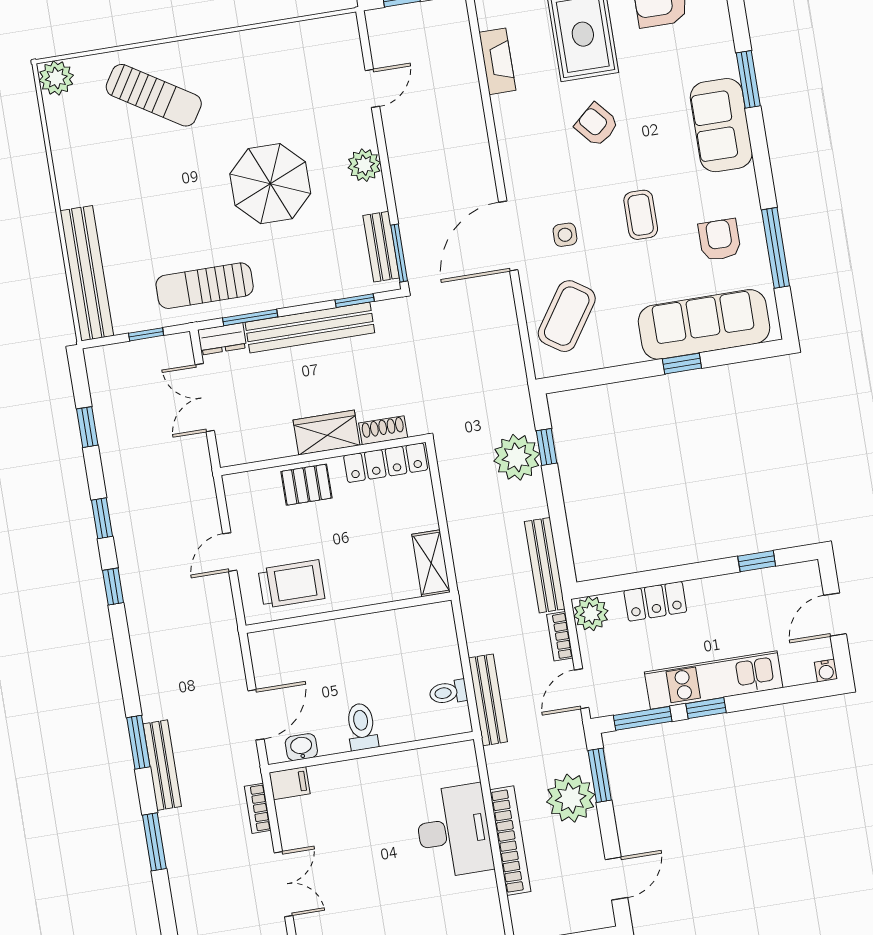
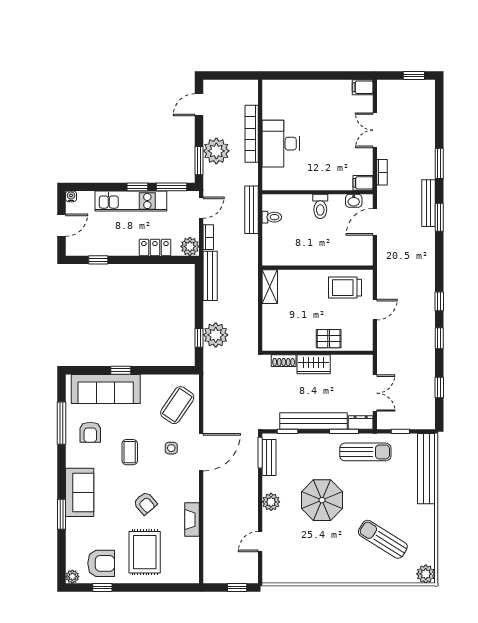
fireplace: (497, 61) -> (192, 520), moved
sun lounger: (154, 95) -> (383, 539), moved
locker: (386, 463) -> (285, 343), removed

